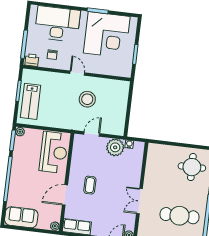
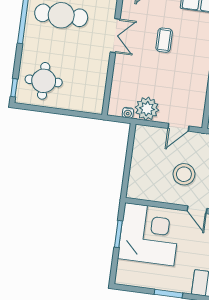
corner desk: (107, 35) -> (149, 234), moved, turned 90
coffee table: (90, 185) -> (164, 40), moved

